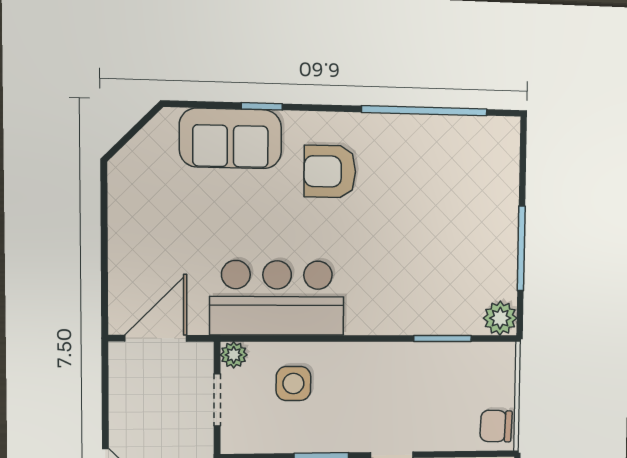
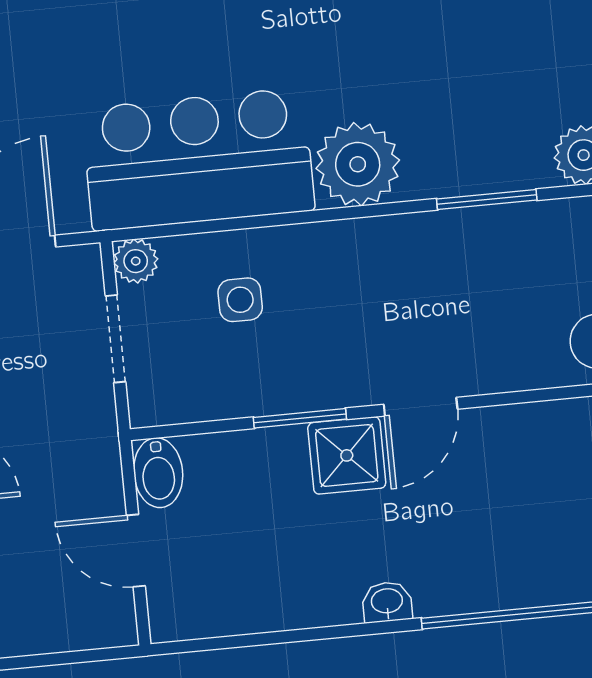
plant: (370, 310) -> (358, 164), added
side table: (293, 383) -> (240, 300), width x0.73, depth x0.73

